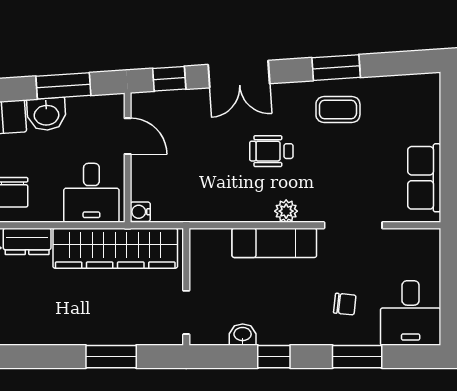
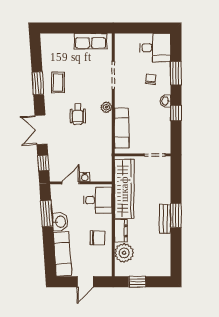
double door: (239, 74) -> (41, 130), swing flipped
water cooler: (140, 212) -> (85, 177), moved
exam couch: (274, 243) -> (122, 128), moved
bench: (52, 334) -> (165, 219), added
washbasin: (243, 335) -> (166, 101), moved
window: (111, 357) -> (176, 215), moved

